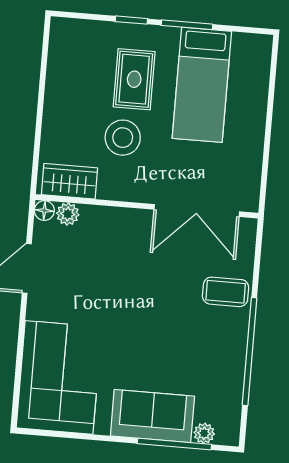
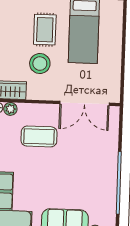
coffee table: (226, 292) -> (39, 136), moved, width x1.36, depth x1.30

